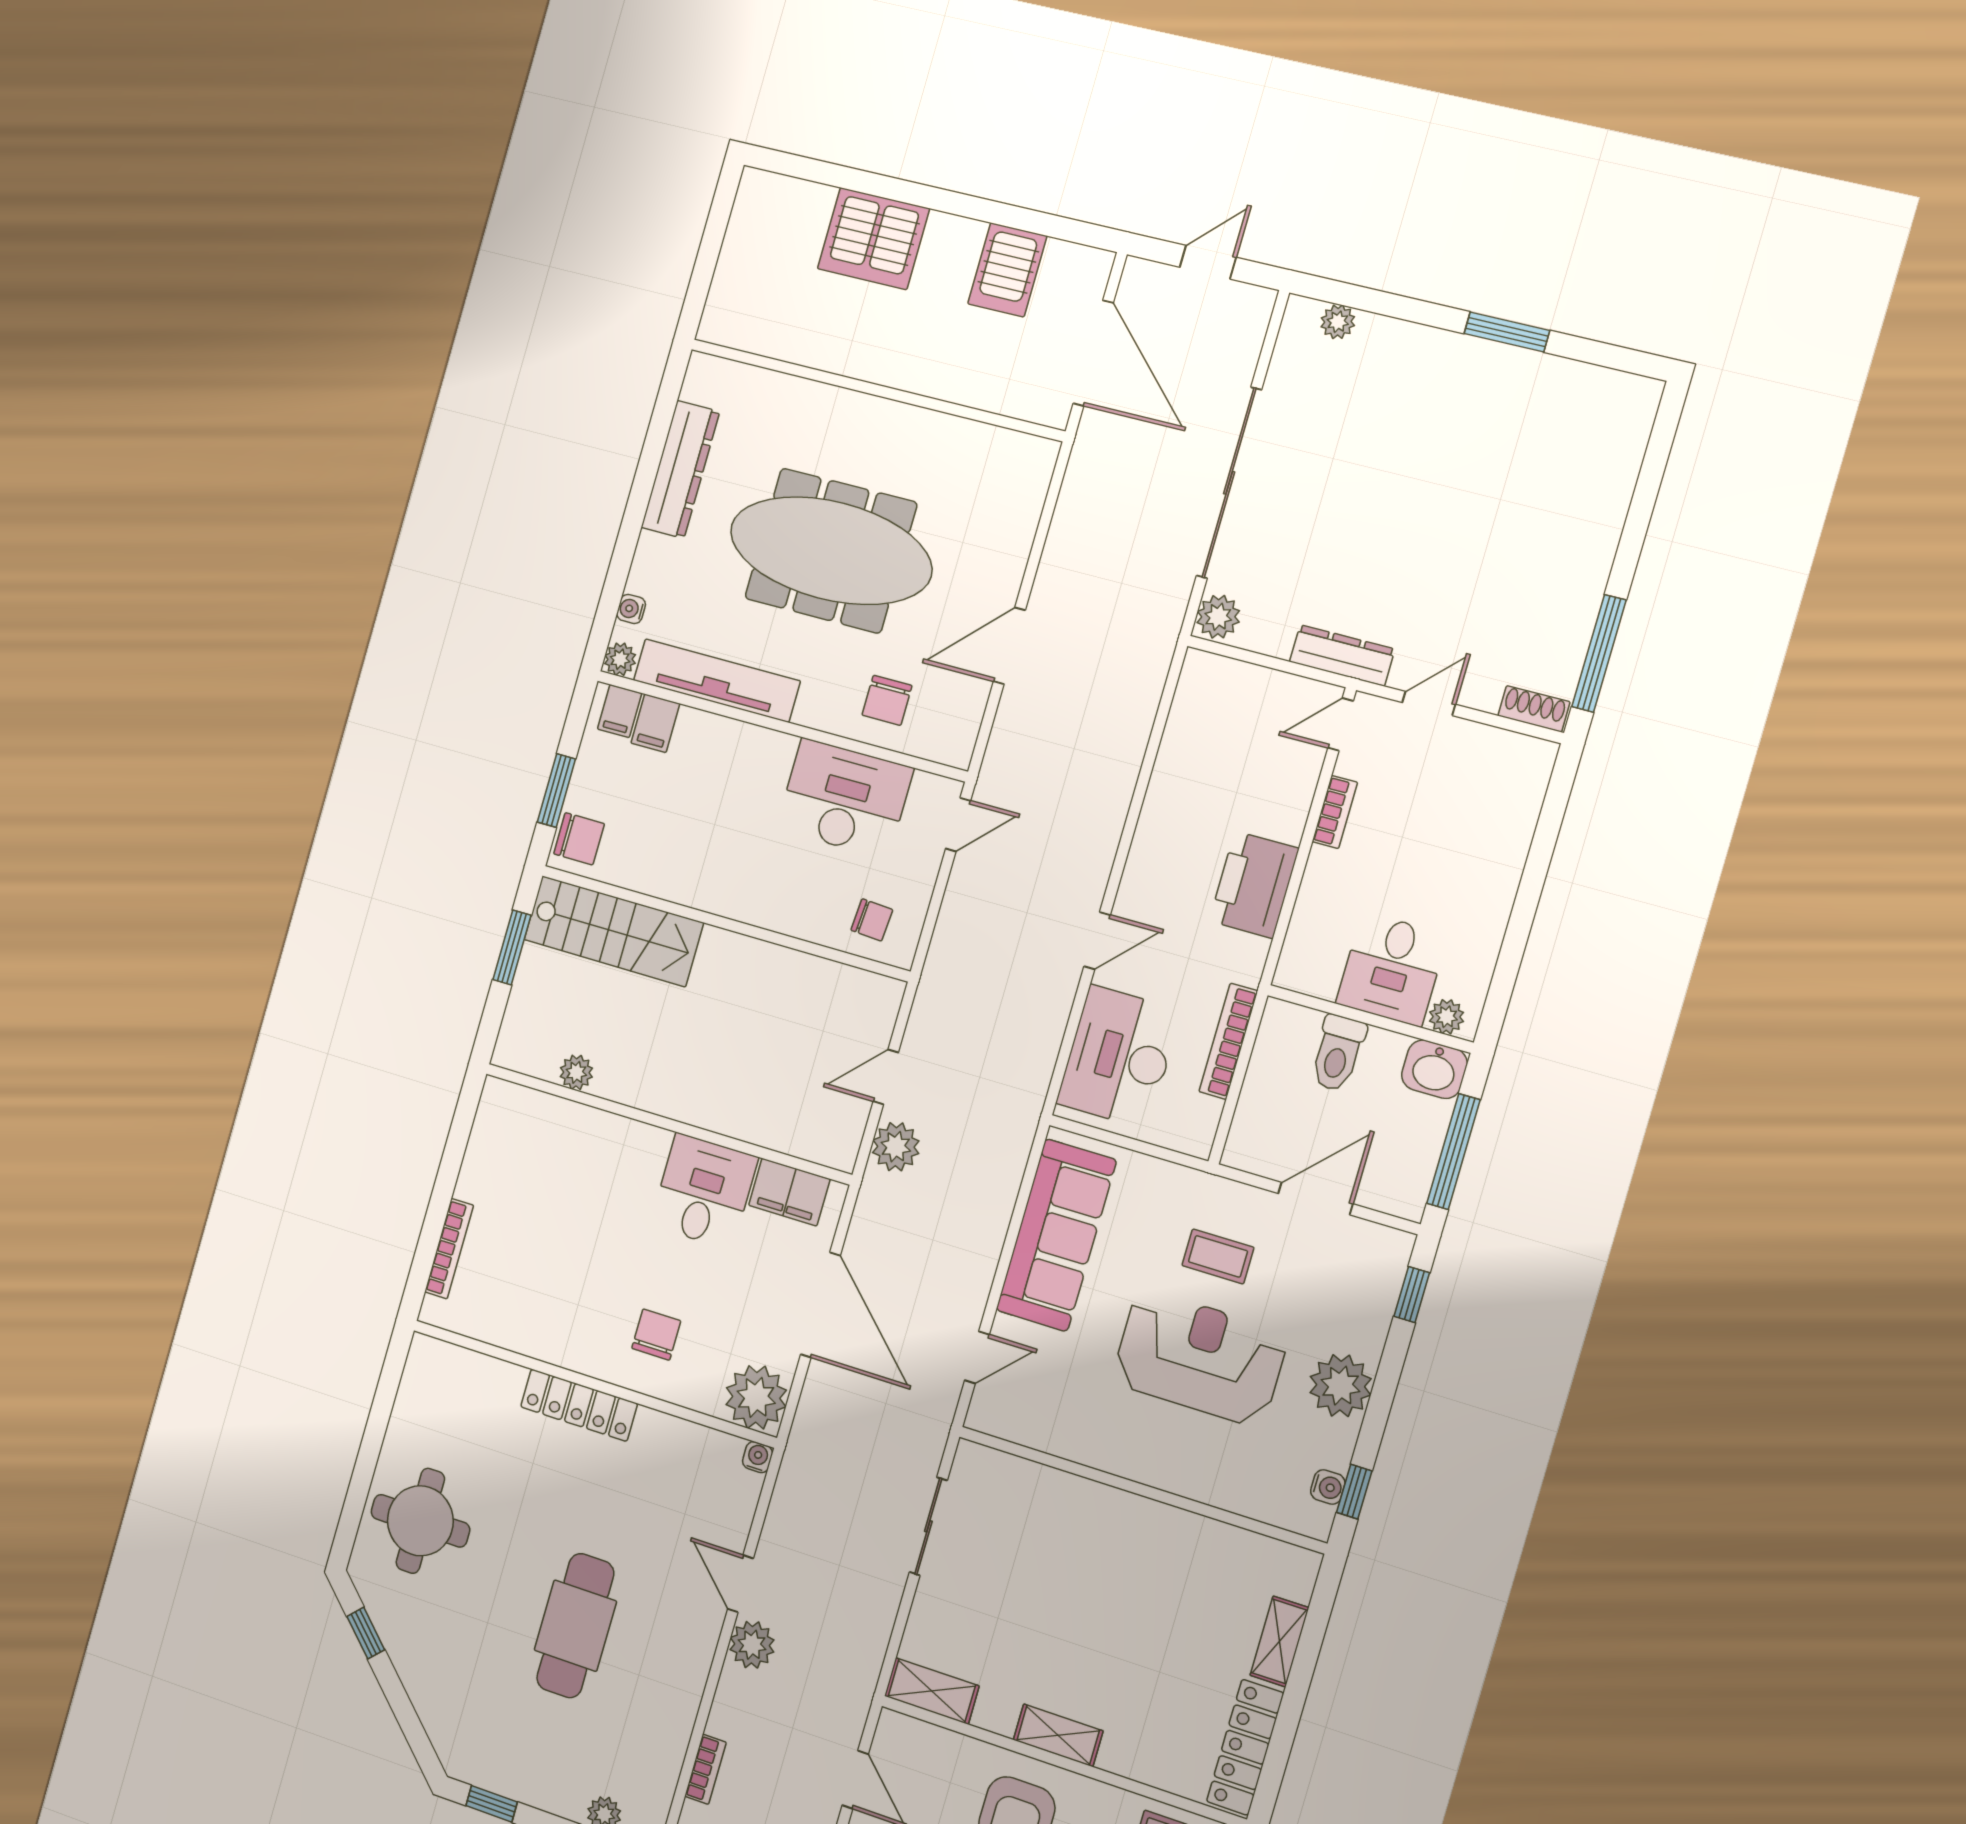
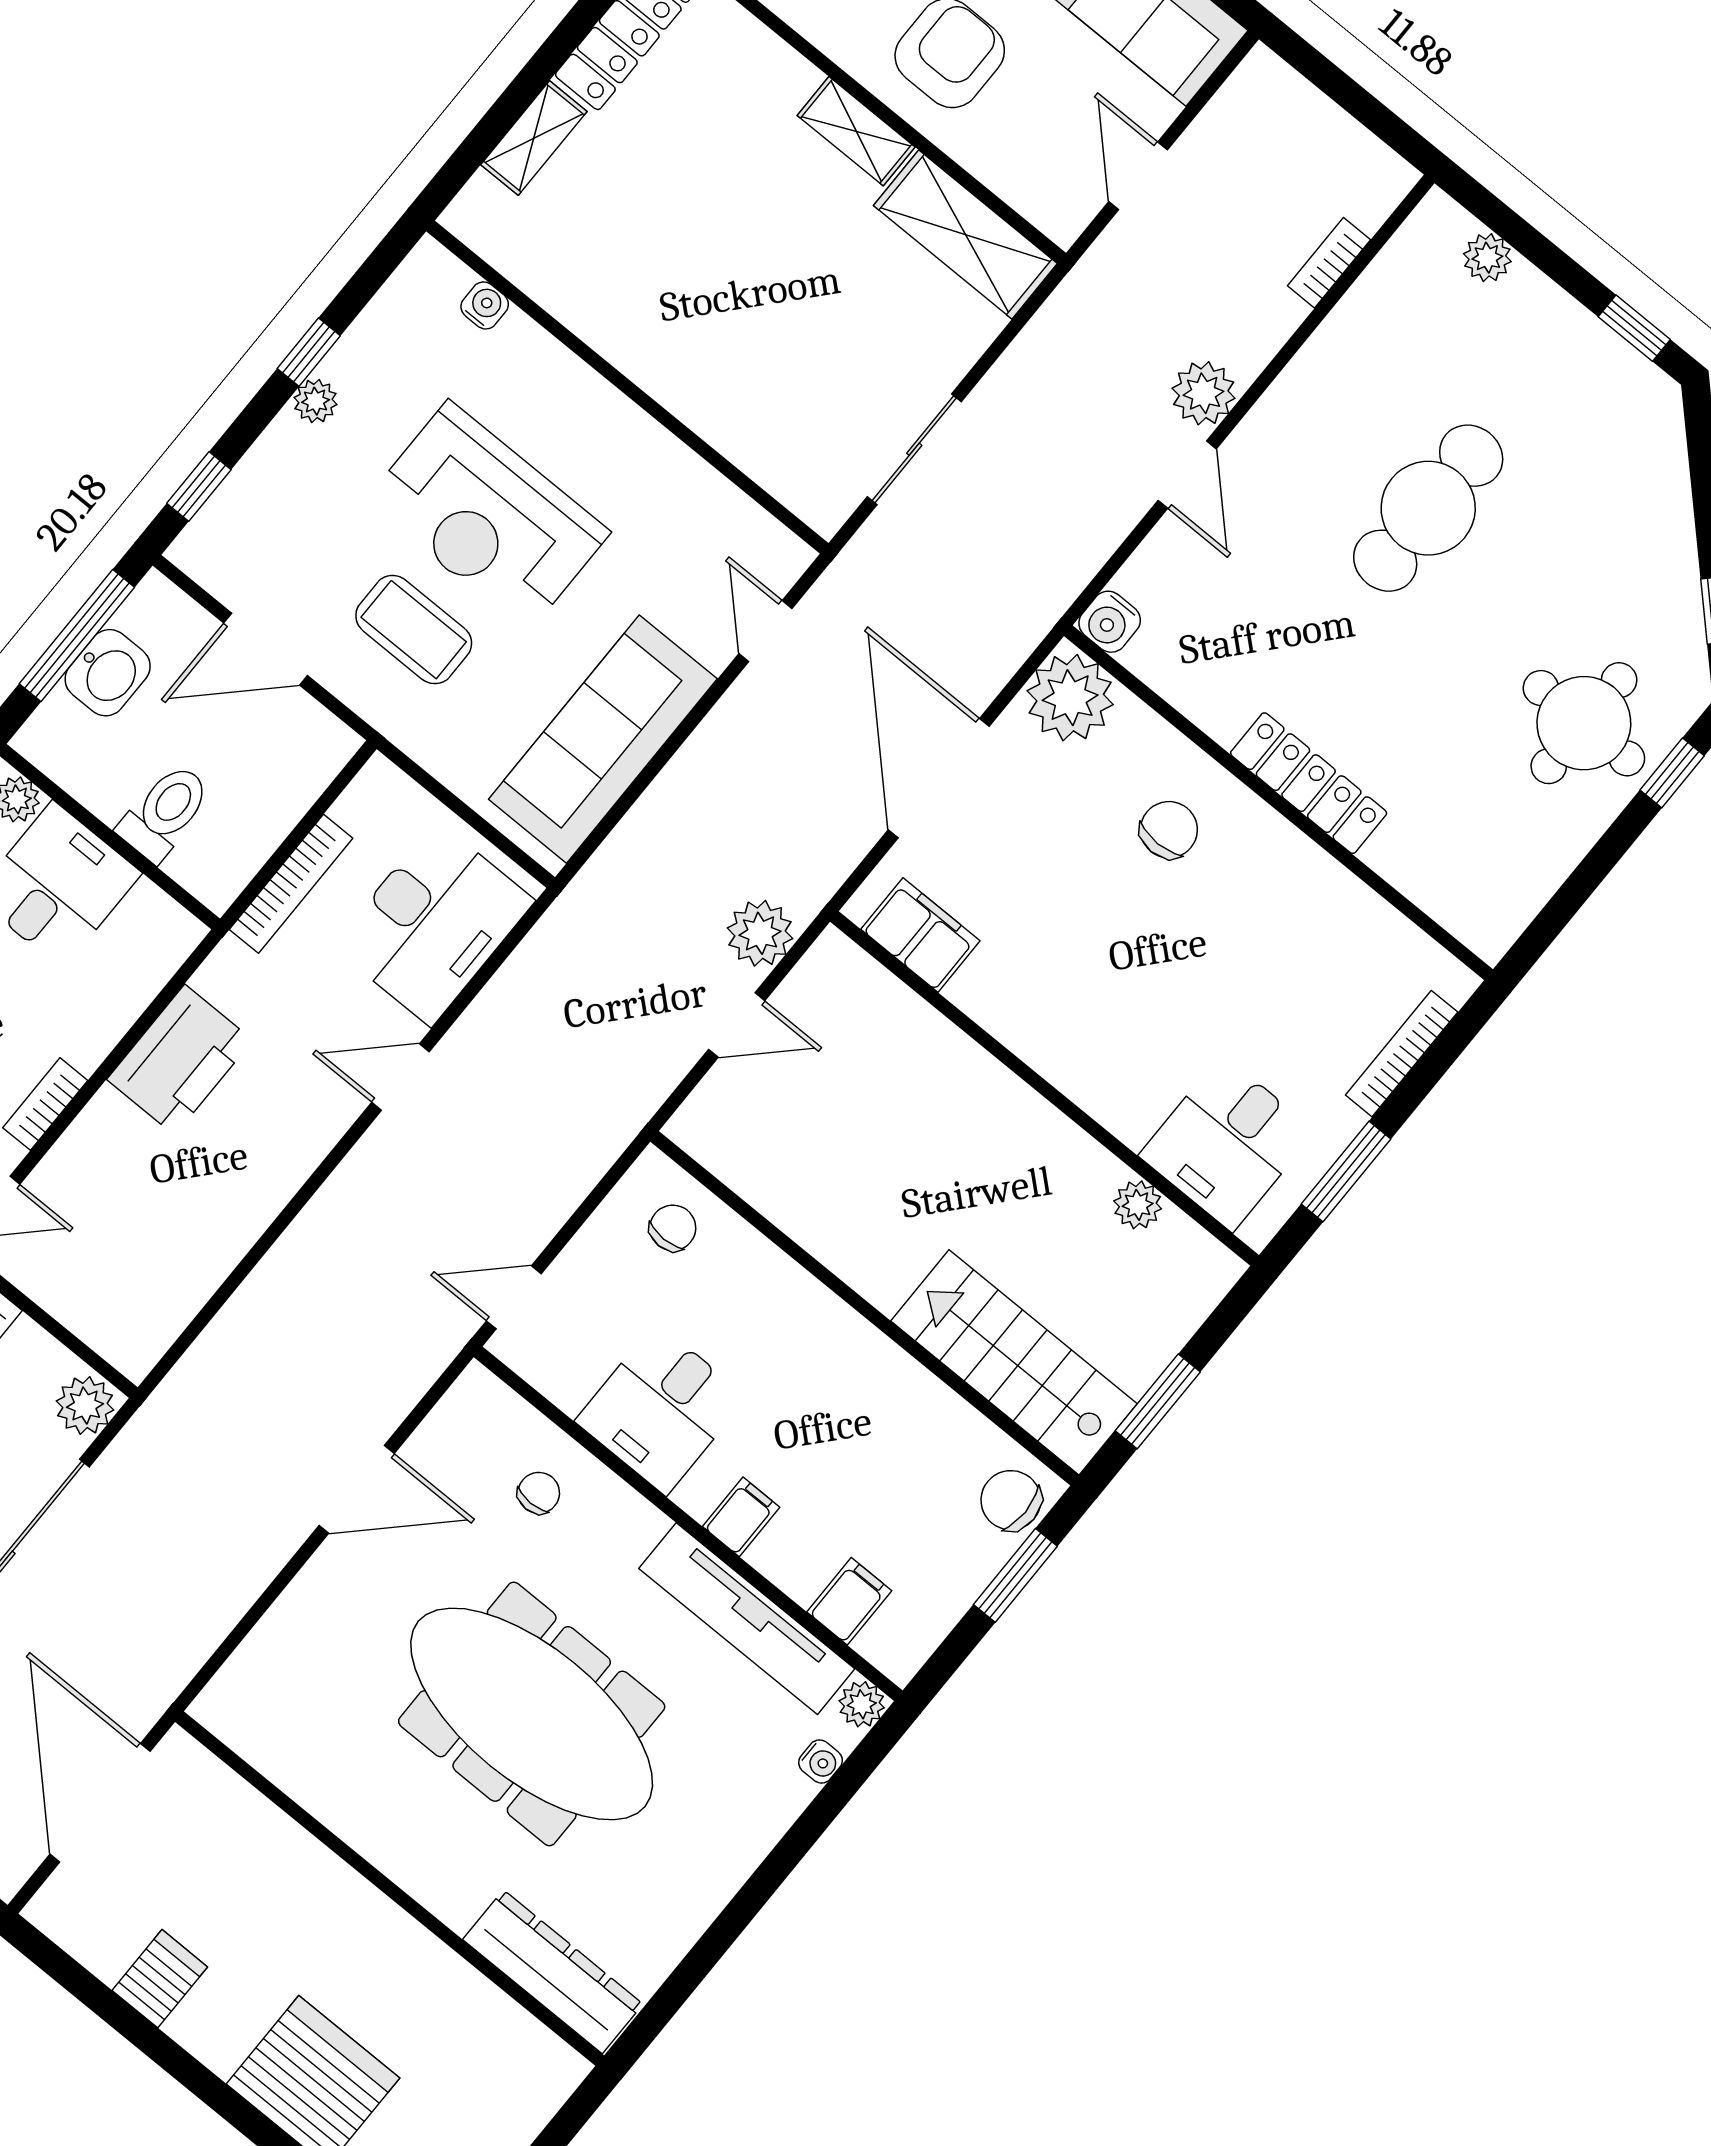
server rack: (1007, 270) -> (160, 1979), width x0.73, depth x0.70
dresser: (680, 470) -> (553, 1972), moved, turned 90
chair: (887, 700) -> (539, 1493), width x0.73, depth x0.73
filing cabinet: (620, 711) -> (741, 1517), moved
desk: (845, 798) -> (661, 1409), width x0.73
chair: (872, 920) -> (673, 1228), turned 86
washbasin: (1434, 1069) -> (108, 673), moved, turned 90
window: (453, 1154) -> (1346, 1171), added
desk: (704, 1191) -> (1227, 1143), moved
coffee table: (1218, 1256) -> (414, 630), width x1.36, depth x1.30
chair: (656, 1335) -> (1169, 830), turned 180
door: (977, 1357) -> (765, 631), hinge flipped
plant: (1341, 1386) -> (316, 401), width x0.53, depth x0.53
water cooler: (758, 1457) -> (1110, 622), width x1.38, depth x1.38
water cooler: (1328, 1487) -> (485, 305), moved, turned 90
window: (1354, 1492) -> (309, 352), moved
window: (353, 1511) -> (1672, 773), added
shelving: (932, 1691) -> (965, 235), width x1.50, depth x1.33

